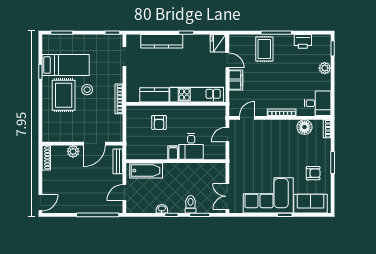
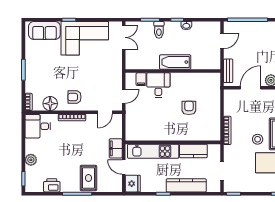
kitchen counter: (154, 95) -> (193, 151), moved
kitchen unit: (197, 95) -> (153, 151), moved
wall: (176, 104) -> (173, 142), moved
filing cabinet: (173, 153) -> (141, 79), moved
bathtub: (146, 171) -> (175, 62), moved
armchair: (313, 173) -> (74, 97), moved

